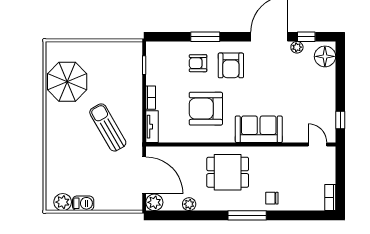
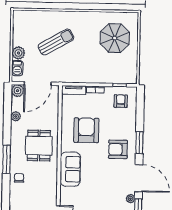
window: (205, 37) -> (139, 143), moved
armchair: (198, 63) -> (121, 101), moved
parasol: (67, 82) -> (115, 38), moved
sun lounger: (108, 127) -> (56, 42), moved
plant: (63, 202) -> (18, 53), moved
barbecue: (83, 203) -> (17, 68), moved

